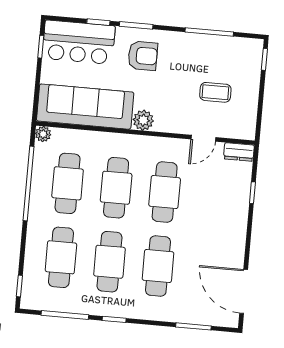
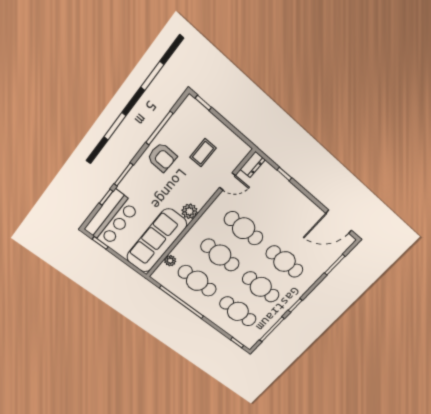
armchair: (143, 56) -> (162, 157), moved, turned 92
plant: (43, 134) -> (170, 261), moved
door: (203, 138) -> (227, 181), hinge flipped

